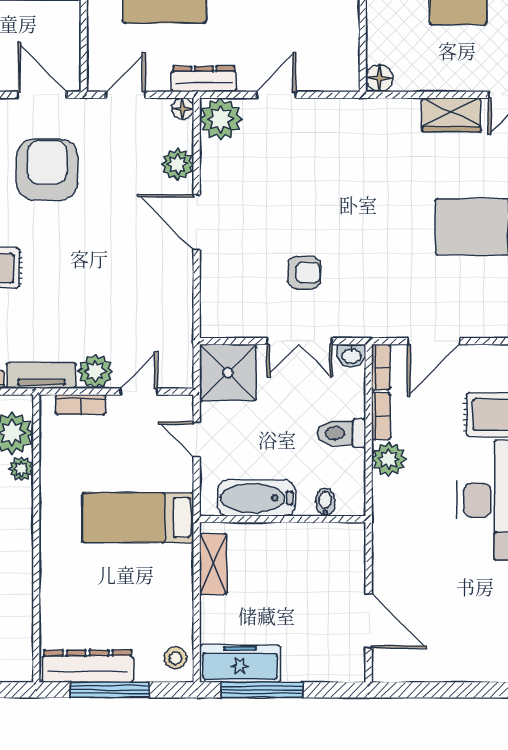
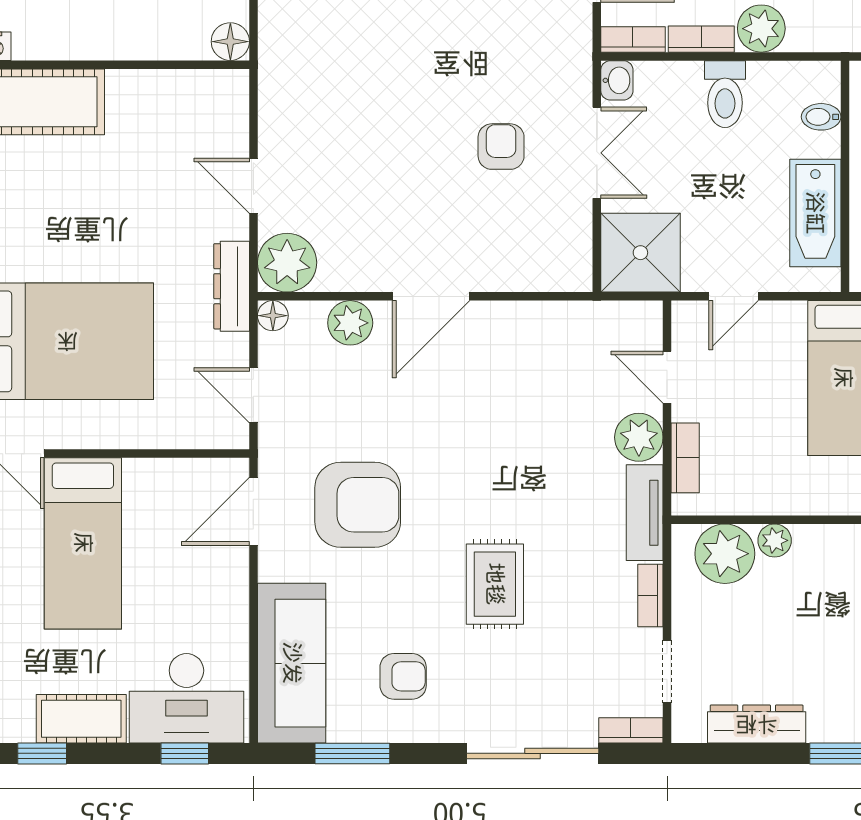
armchair: (47, 170) -> (358, 505), turned 180

